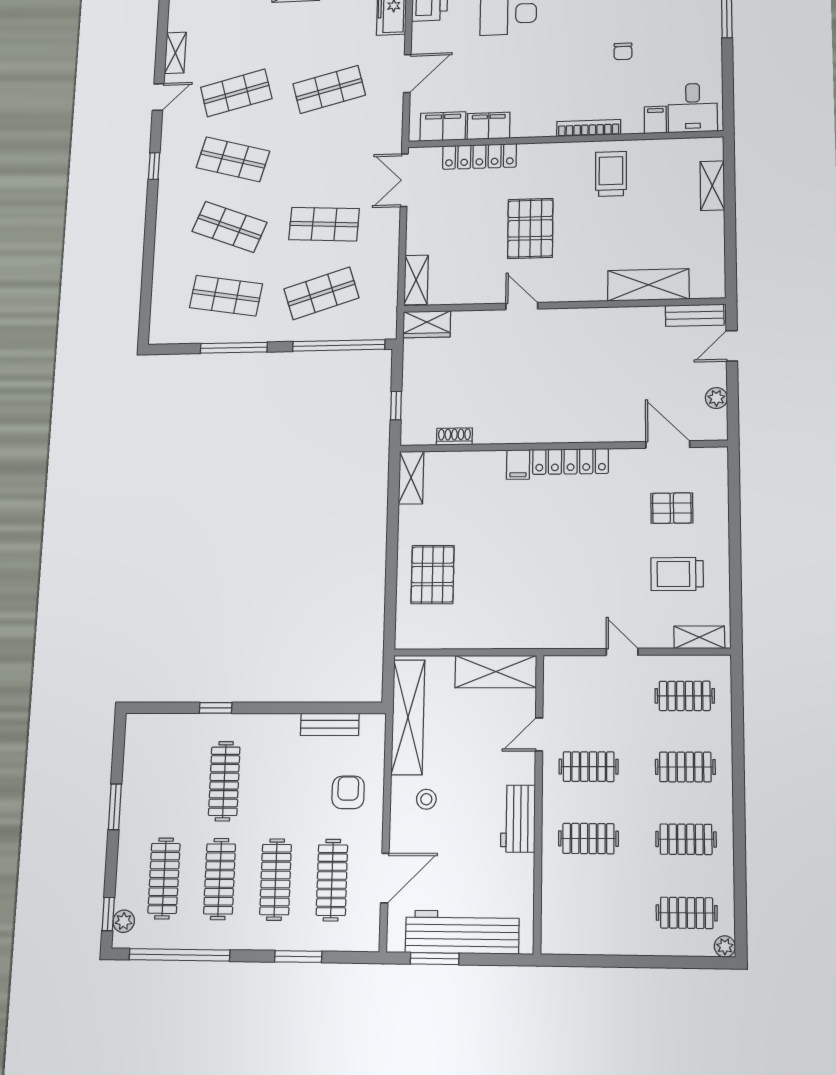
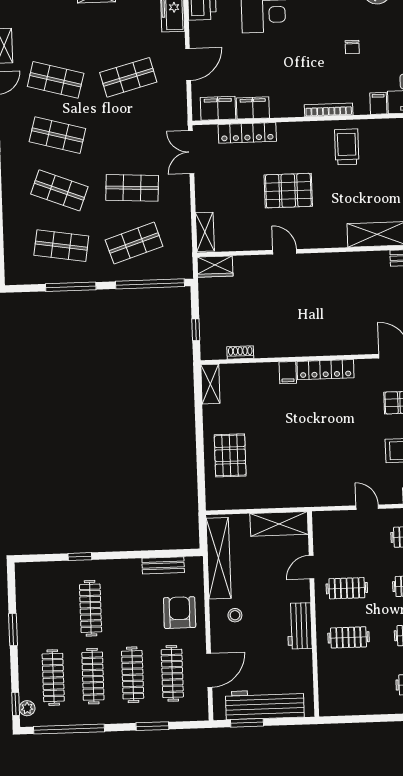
shop shelf: (236, 93) -> (56, 80), turned 30
pallet: (530, 228) -> (288, 191), turned 90
armchair: (348, 792) -> (180, 613), width x1.38, depth x1.38

